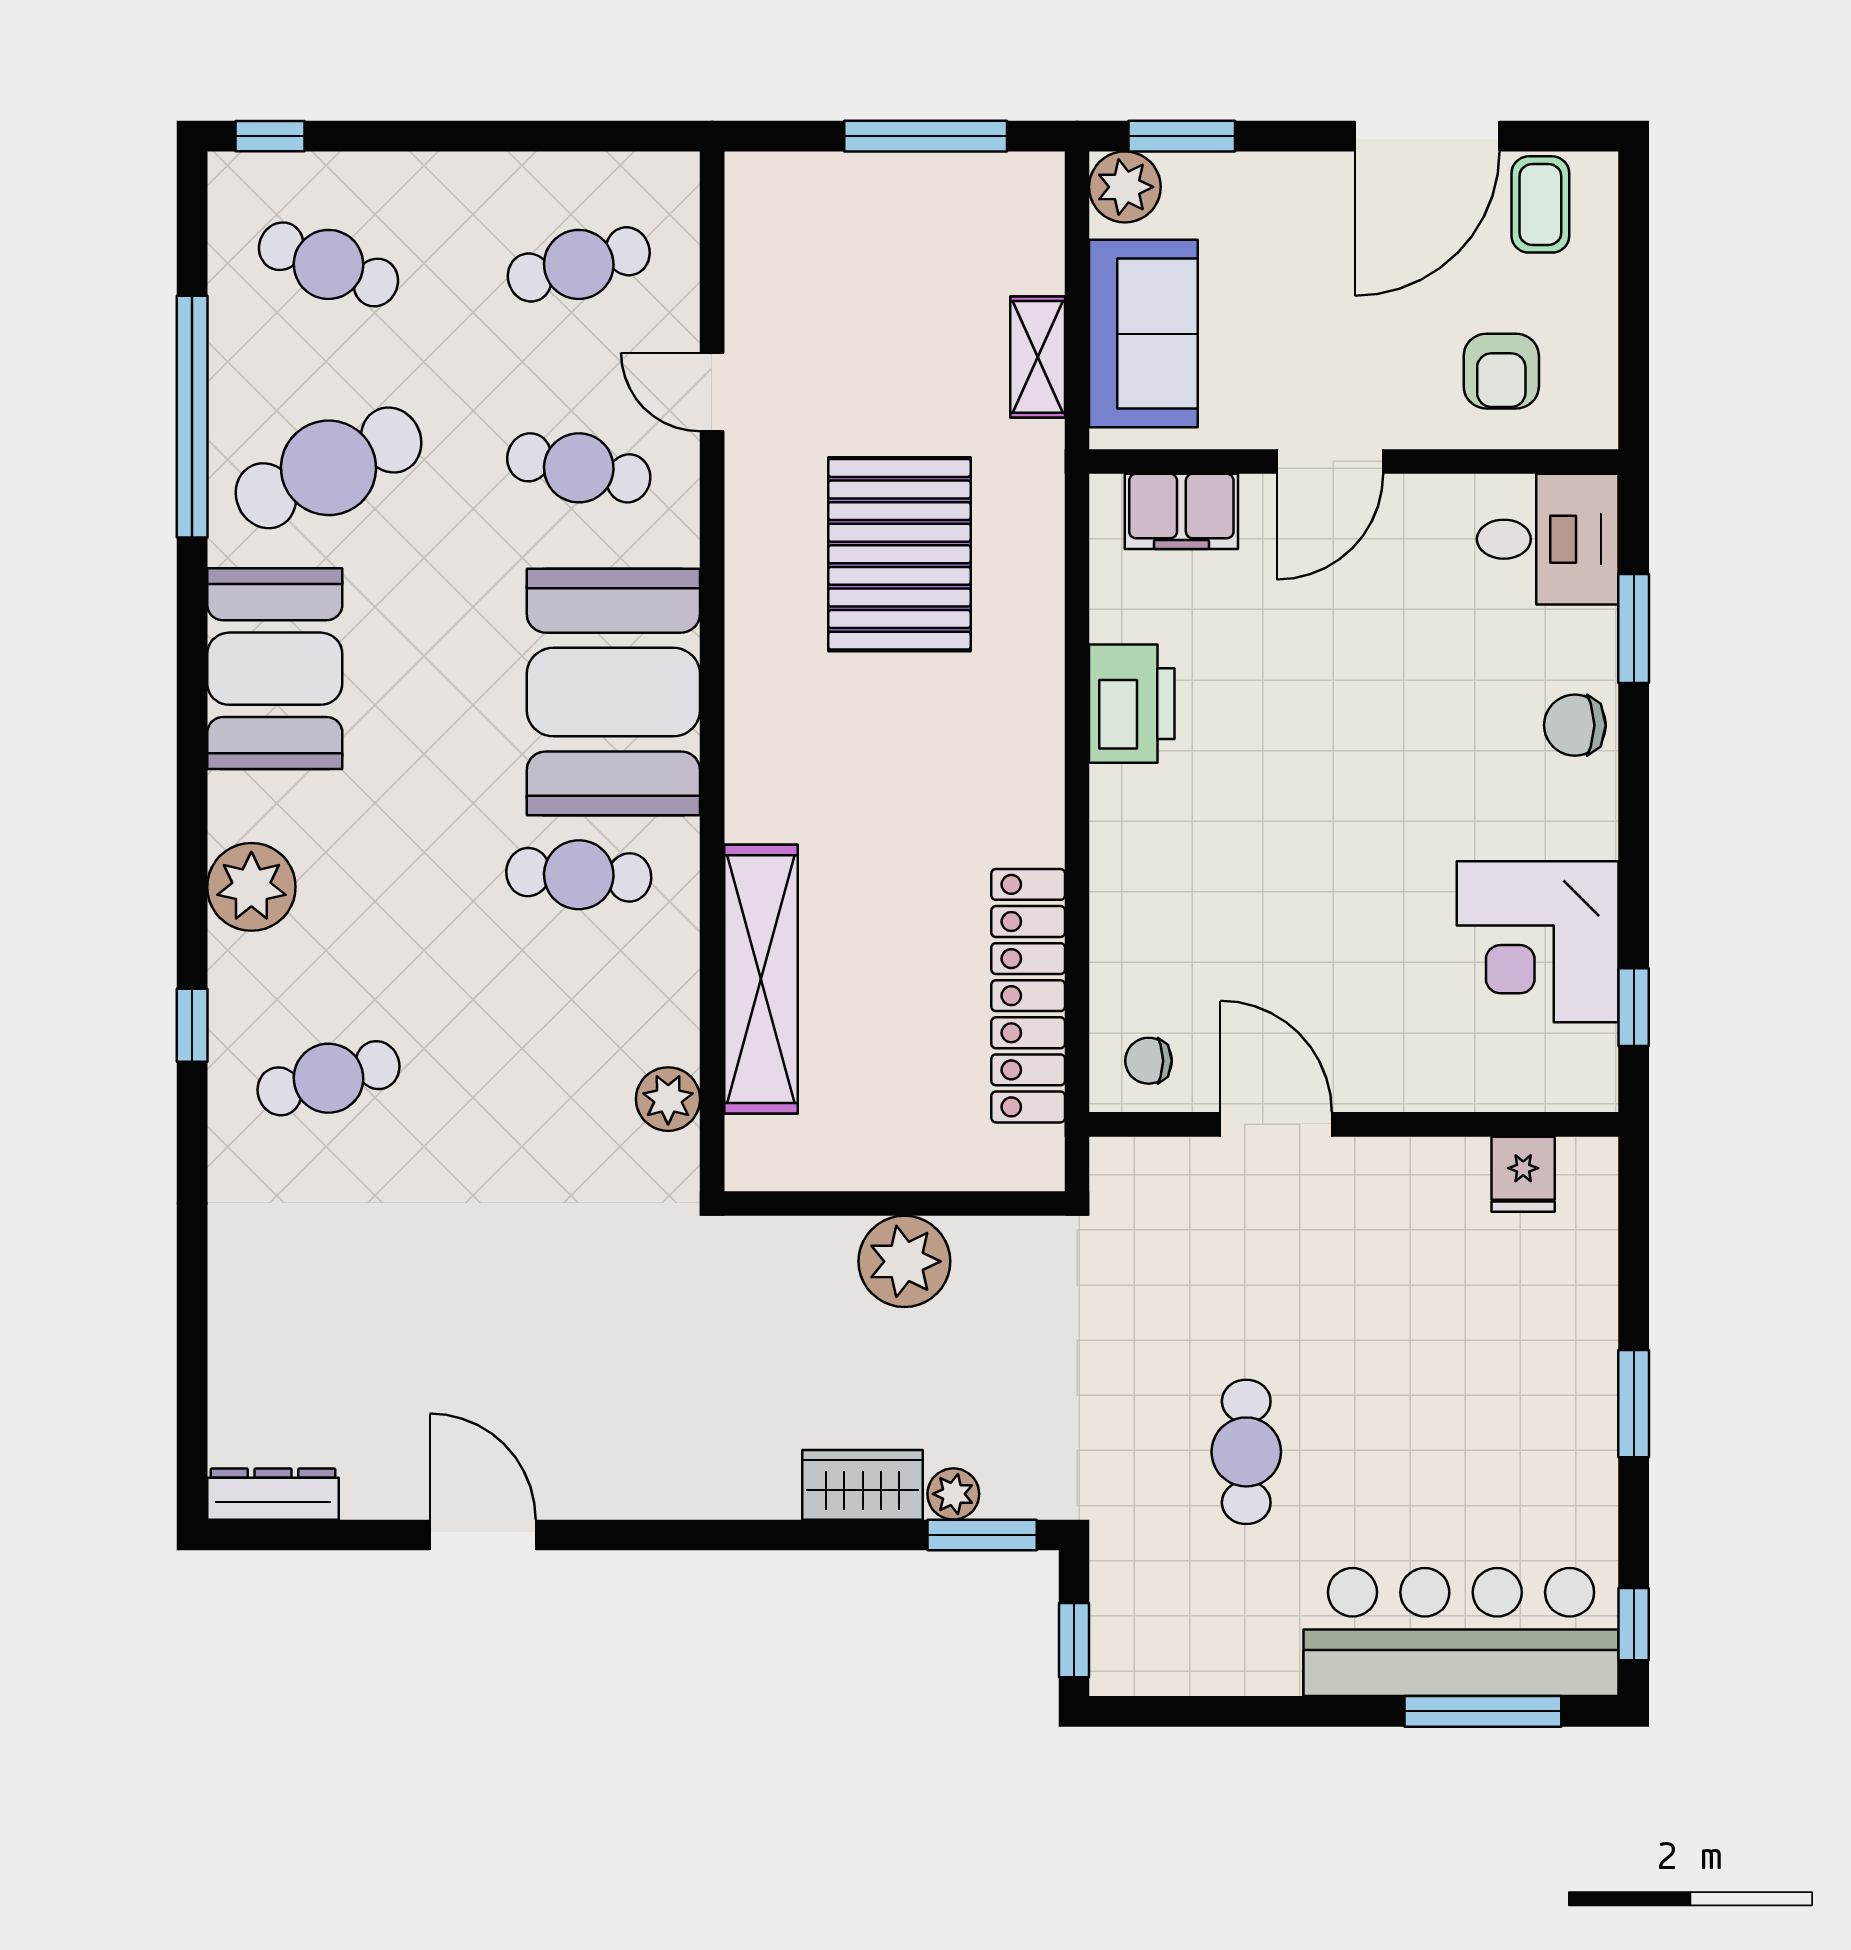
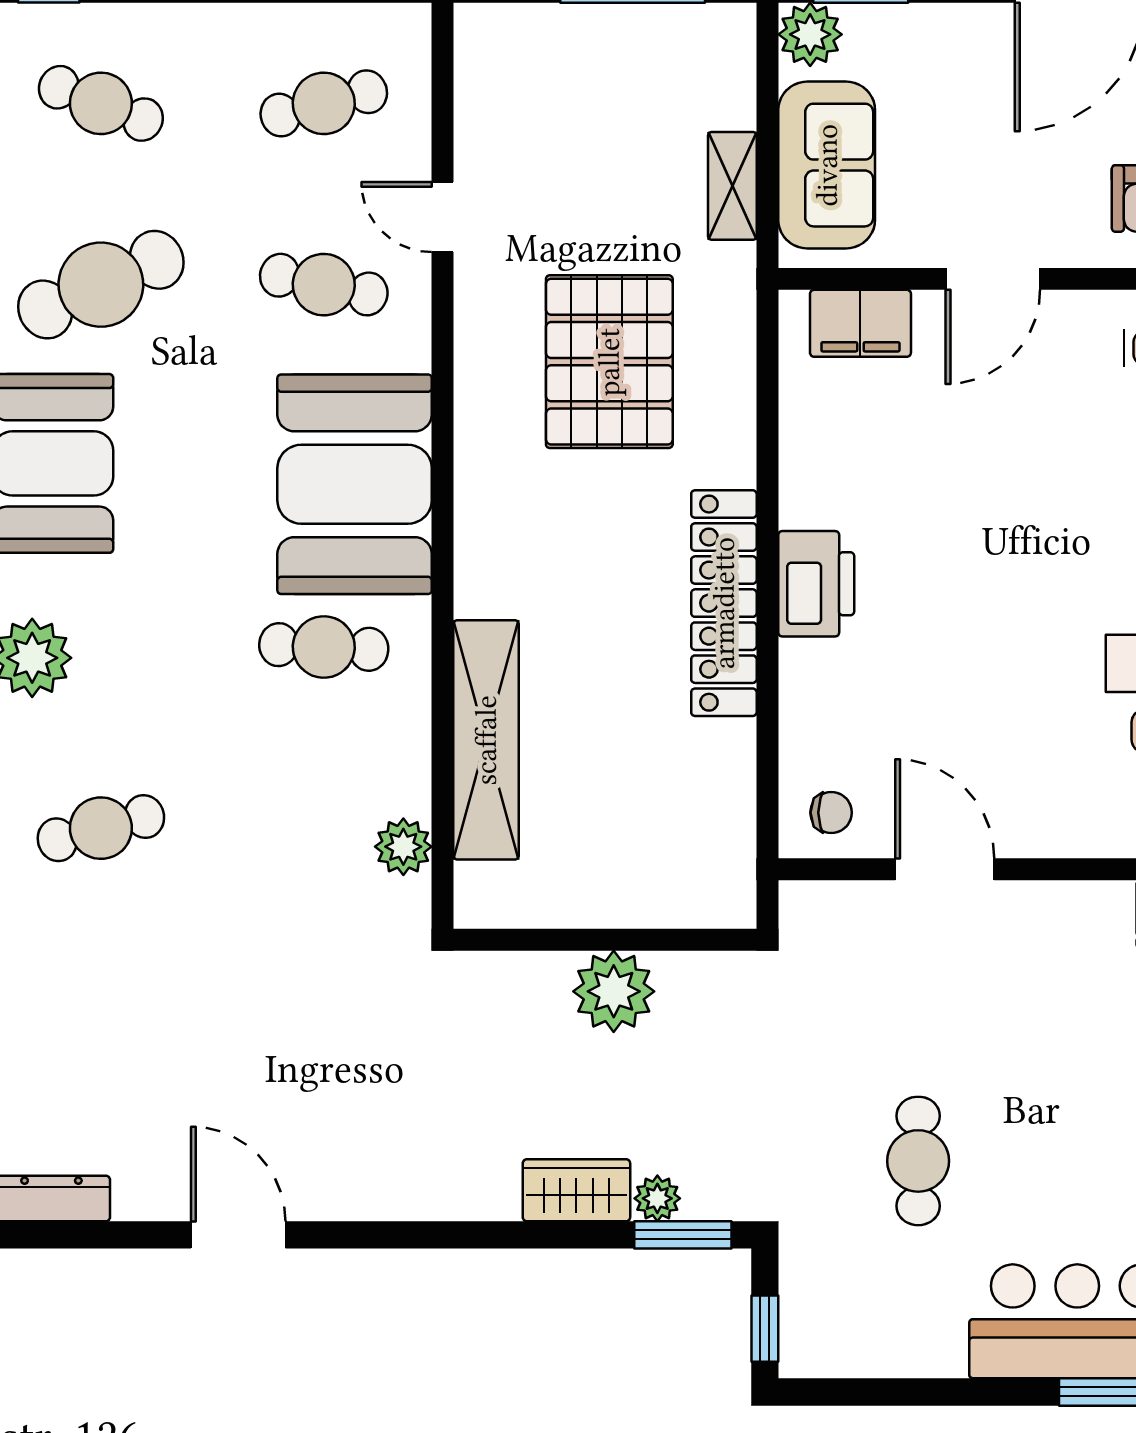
printer: (1132, 704) -> (816, 584), moved
locker: (1028, 996) -> (724, 603), moved
chair: (1149, 1061) -> (831, 813), turned 180

